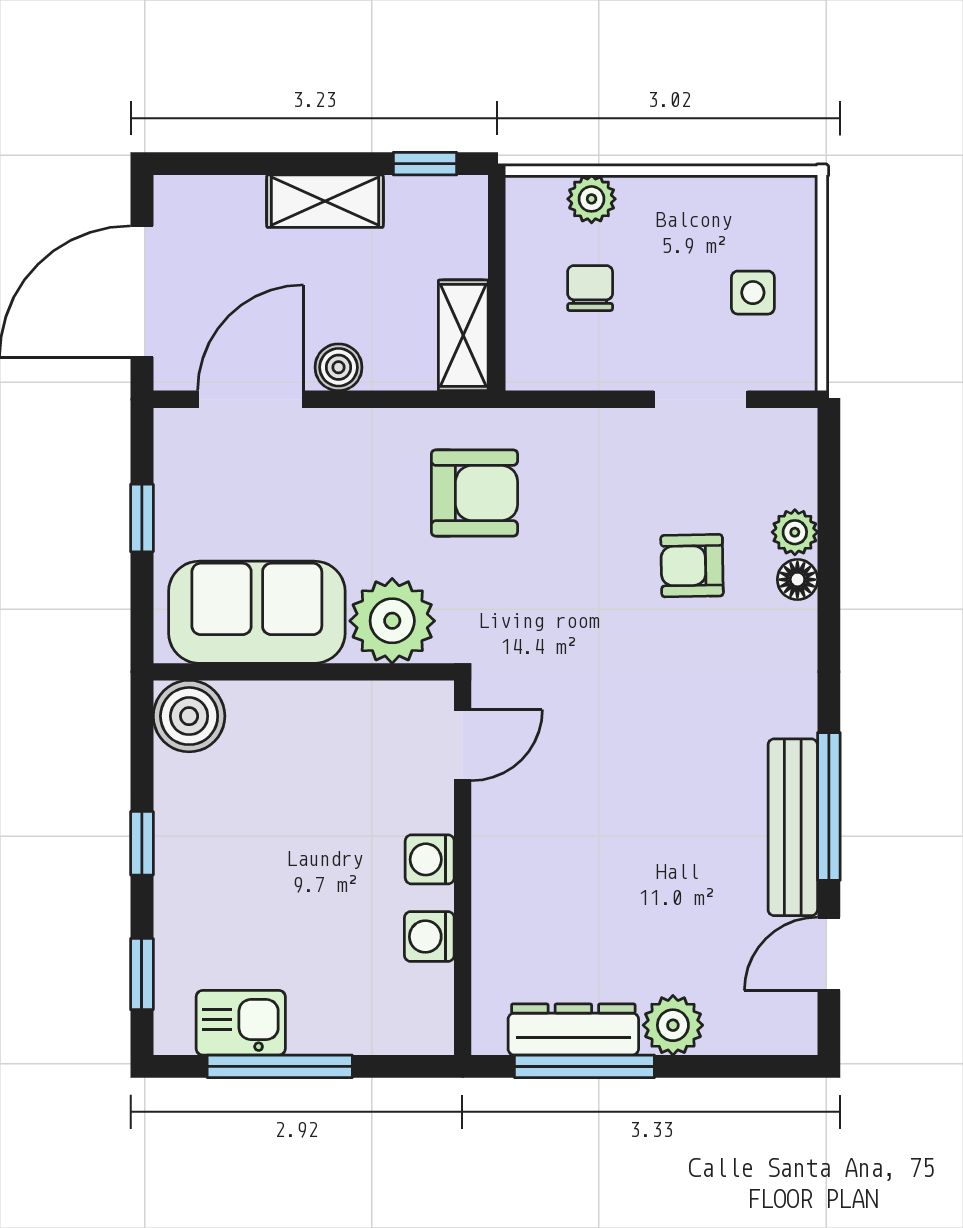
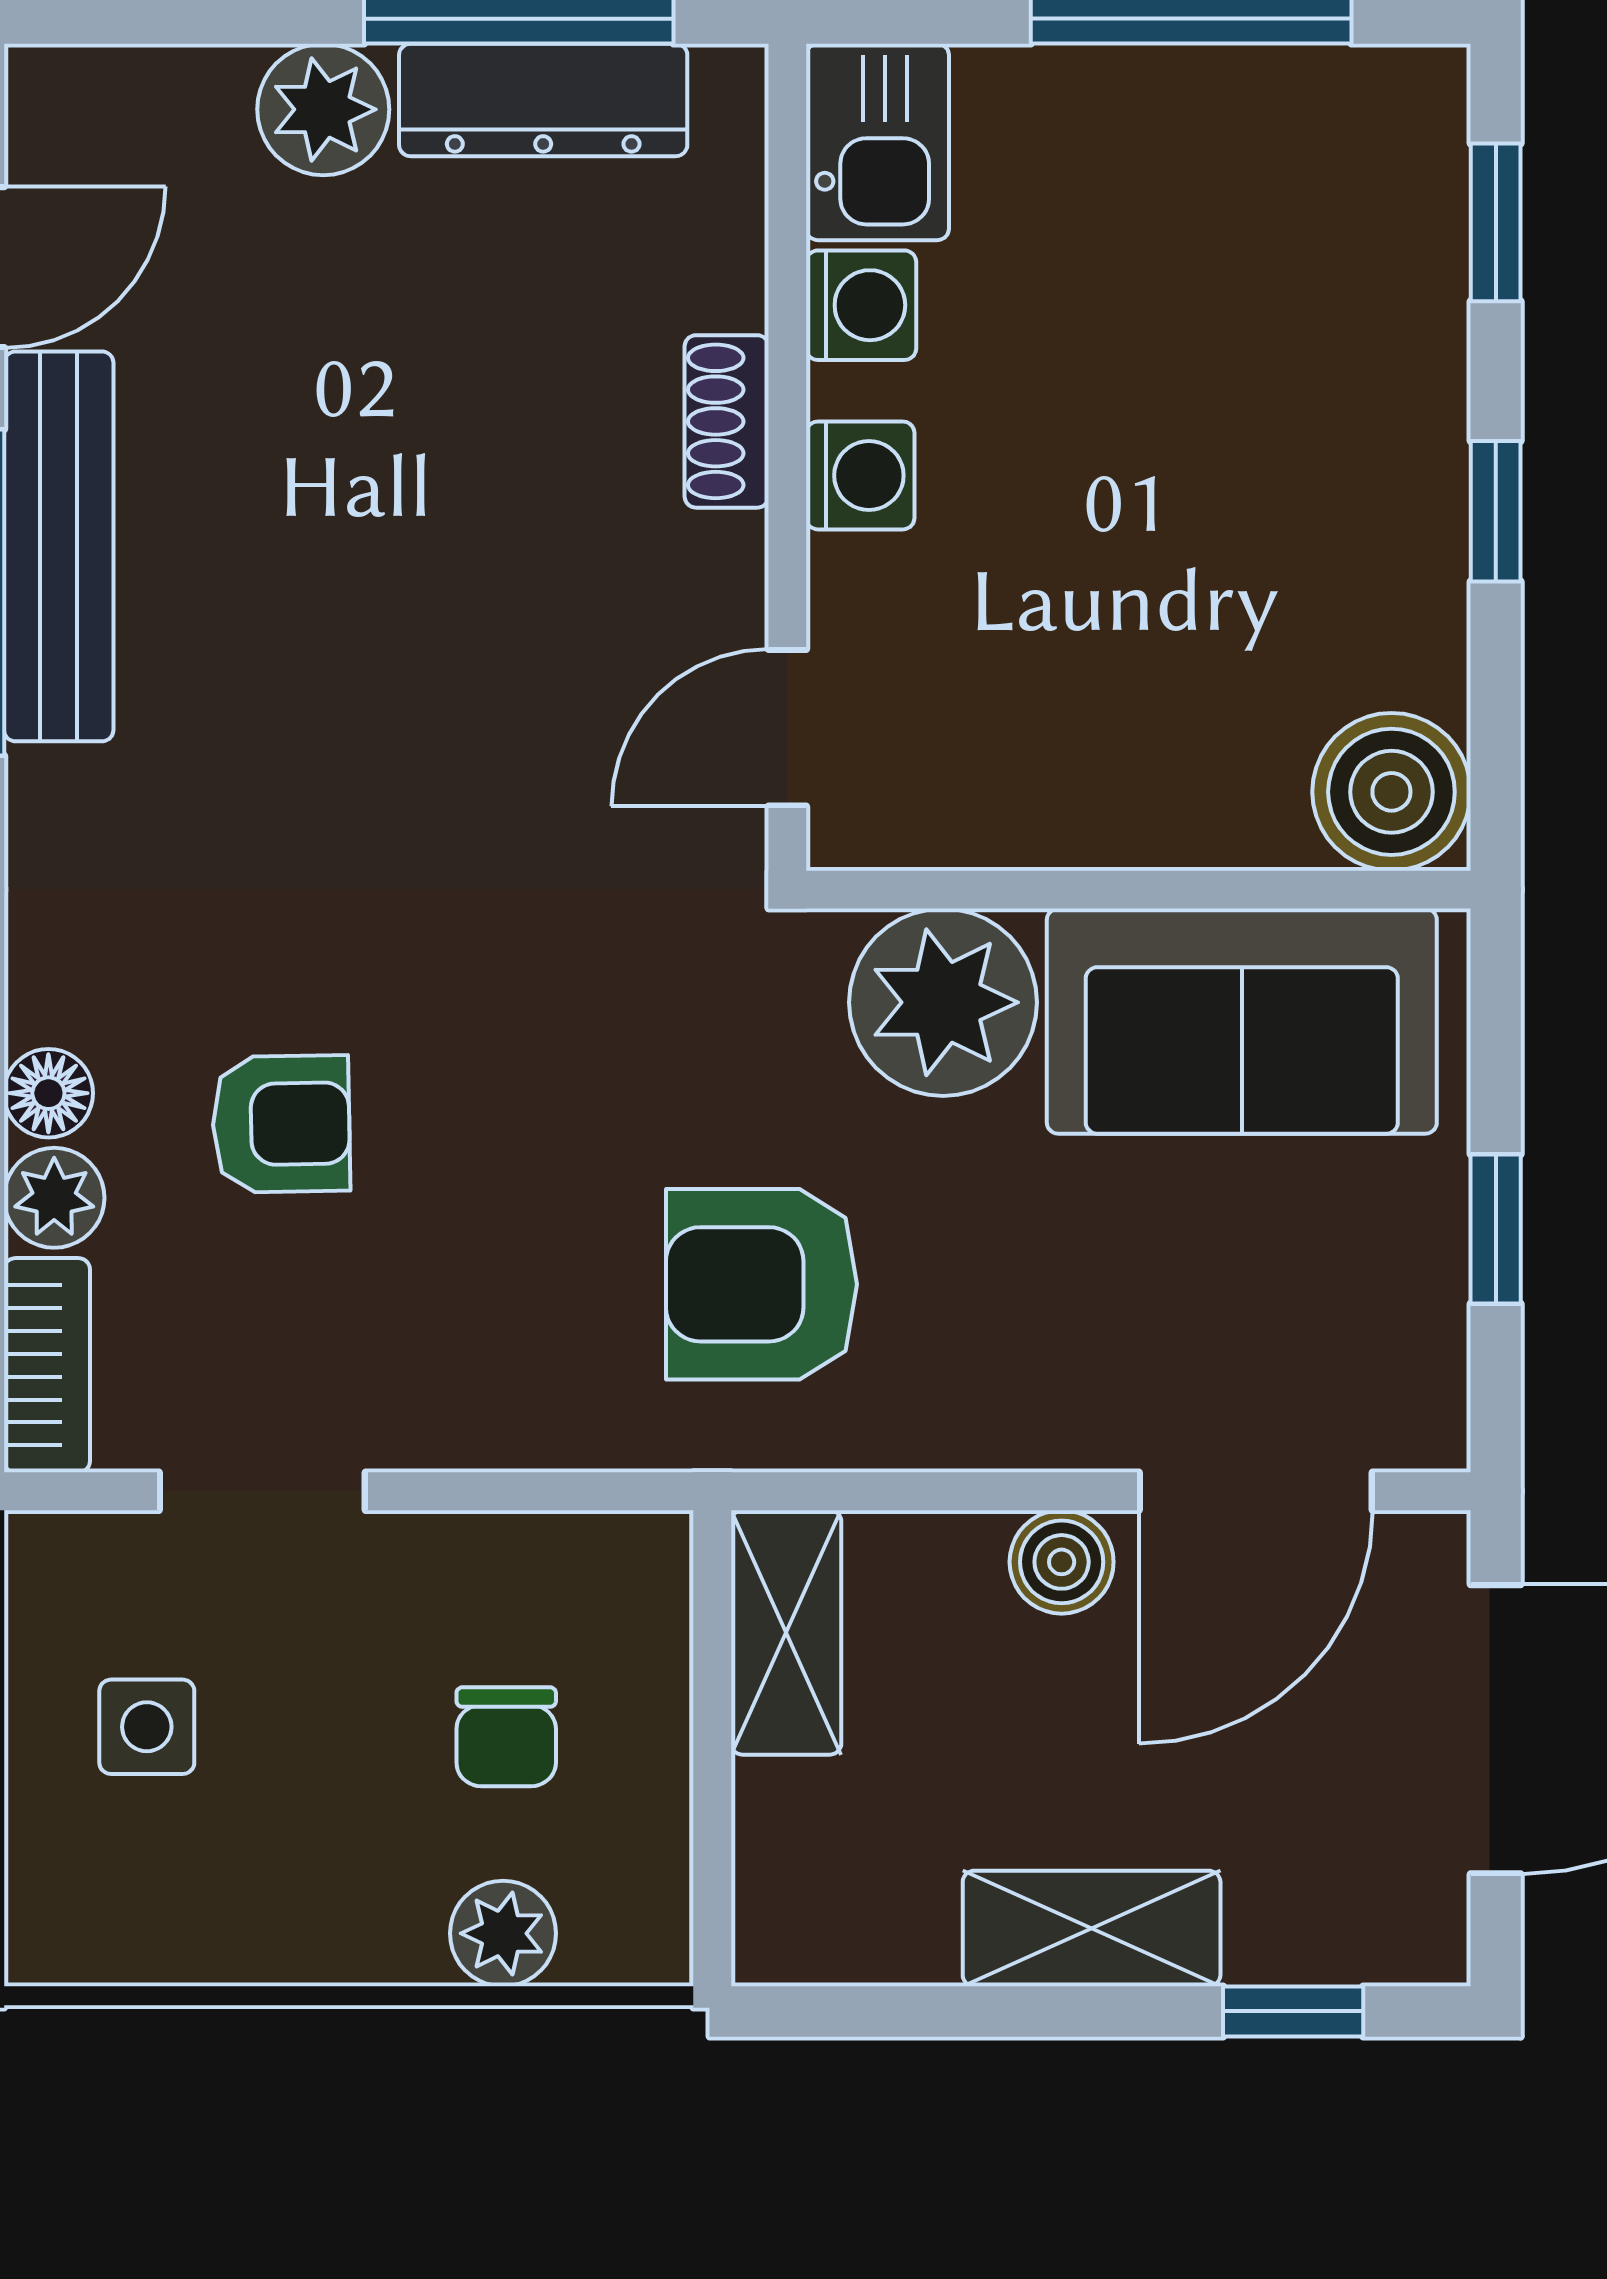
window: (425, 164) -> (1293, 2011), moved
bookcase: (798, 456) -> (47, 1365), added
shoe rack: (490, 884) -> (727, 421), added
kitchen sink: (241, 1023) -> (878, 142), moved, turned -90

